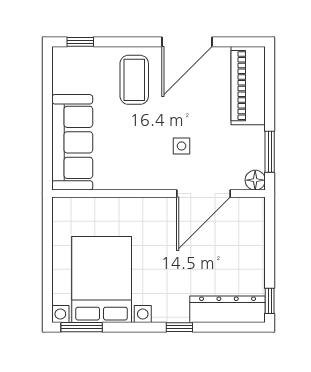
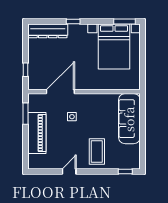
door: (187, 42) -> (69, 171), width x0.53
piano: (248, 86) -> (37, 133), moved
floor lamp: (255, 180) -> (33, 99), removed
window: (270, 301) -> (26, 70), moved

